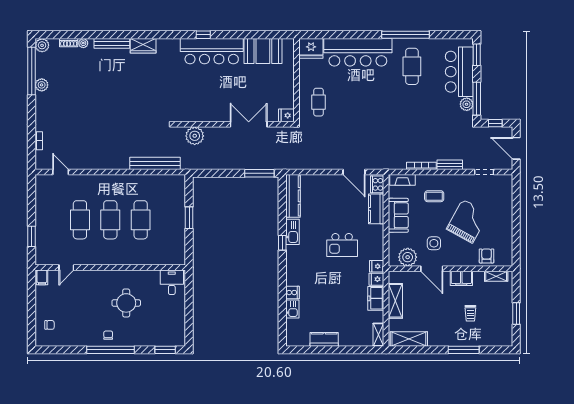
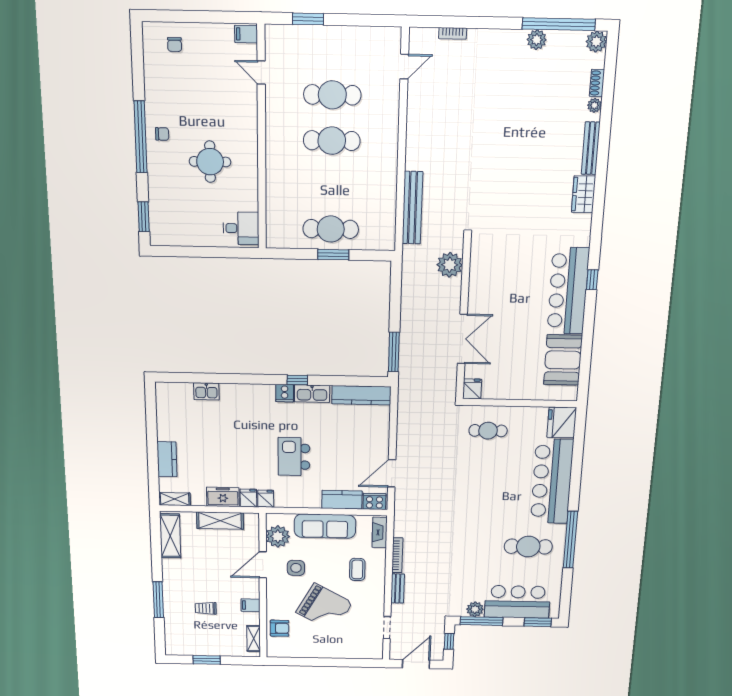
sofa: (398, 215) -> (325, 526), width x1.36
cafe table: (141, 220) -> (331, 229), moved
filing cabinet: (461, 278) -> (251, 605), width x0.50
cooker: (292, 293) -> (285, 393), moved
kitchen counter: (324, 339) -> (167, 459), moved

